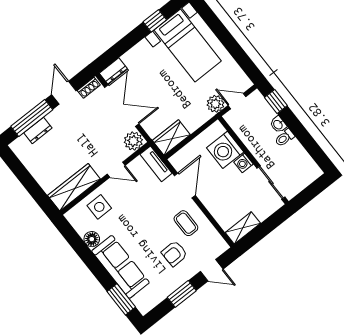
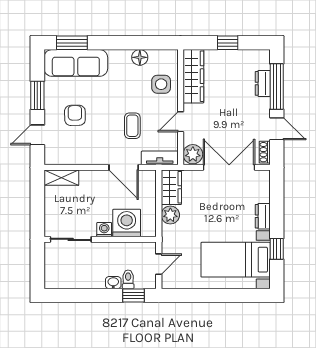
dresser: (113, 71) -> (263, 216), moved
plant: (215, 104) -> (170, 215), moved
double door: (122, 106) -> (229, 167), swing flipped
toilet: (285, 138) -> (128, 279), moved
window: (28, 181) -> (228, 43), added
coffee table: (186, 223) -> (132, 126), moved, turned 90
shelving: (243, 228) -> (61, 178), moved, turned 90
sofa: (120, 267) -> (76, 63), moved

